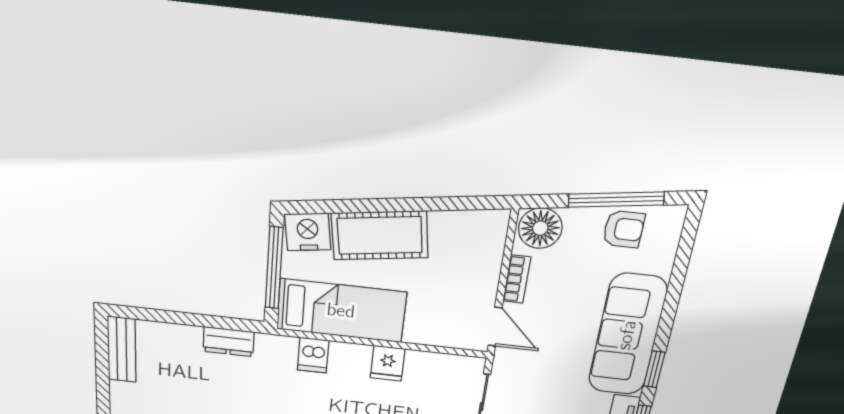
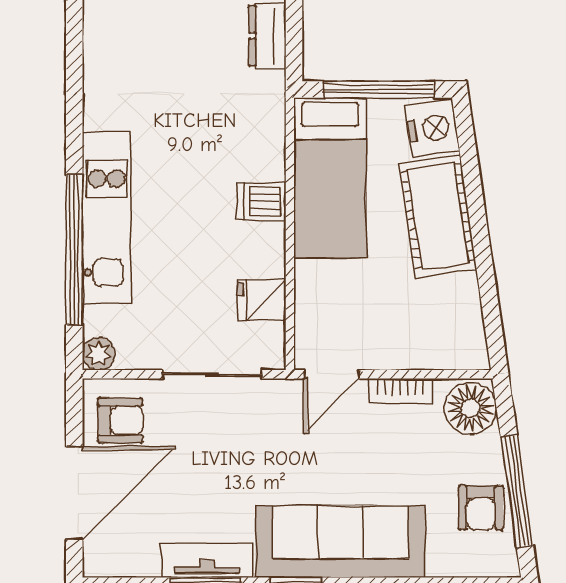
dishwasher: (313, 355) -> (261, 202), moved
fridge: (388, 363) -> (262, 300), moved

